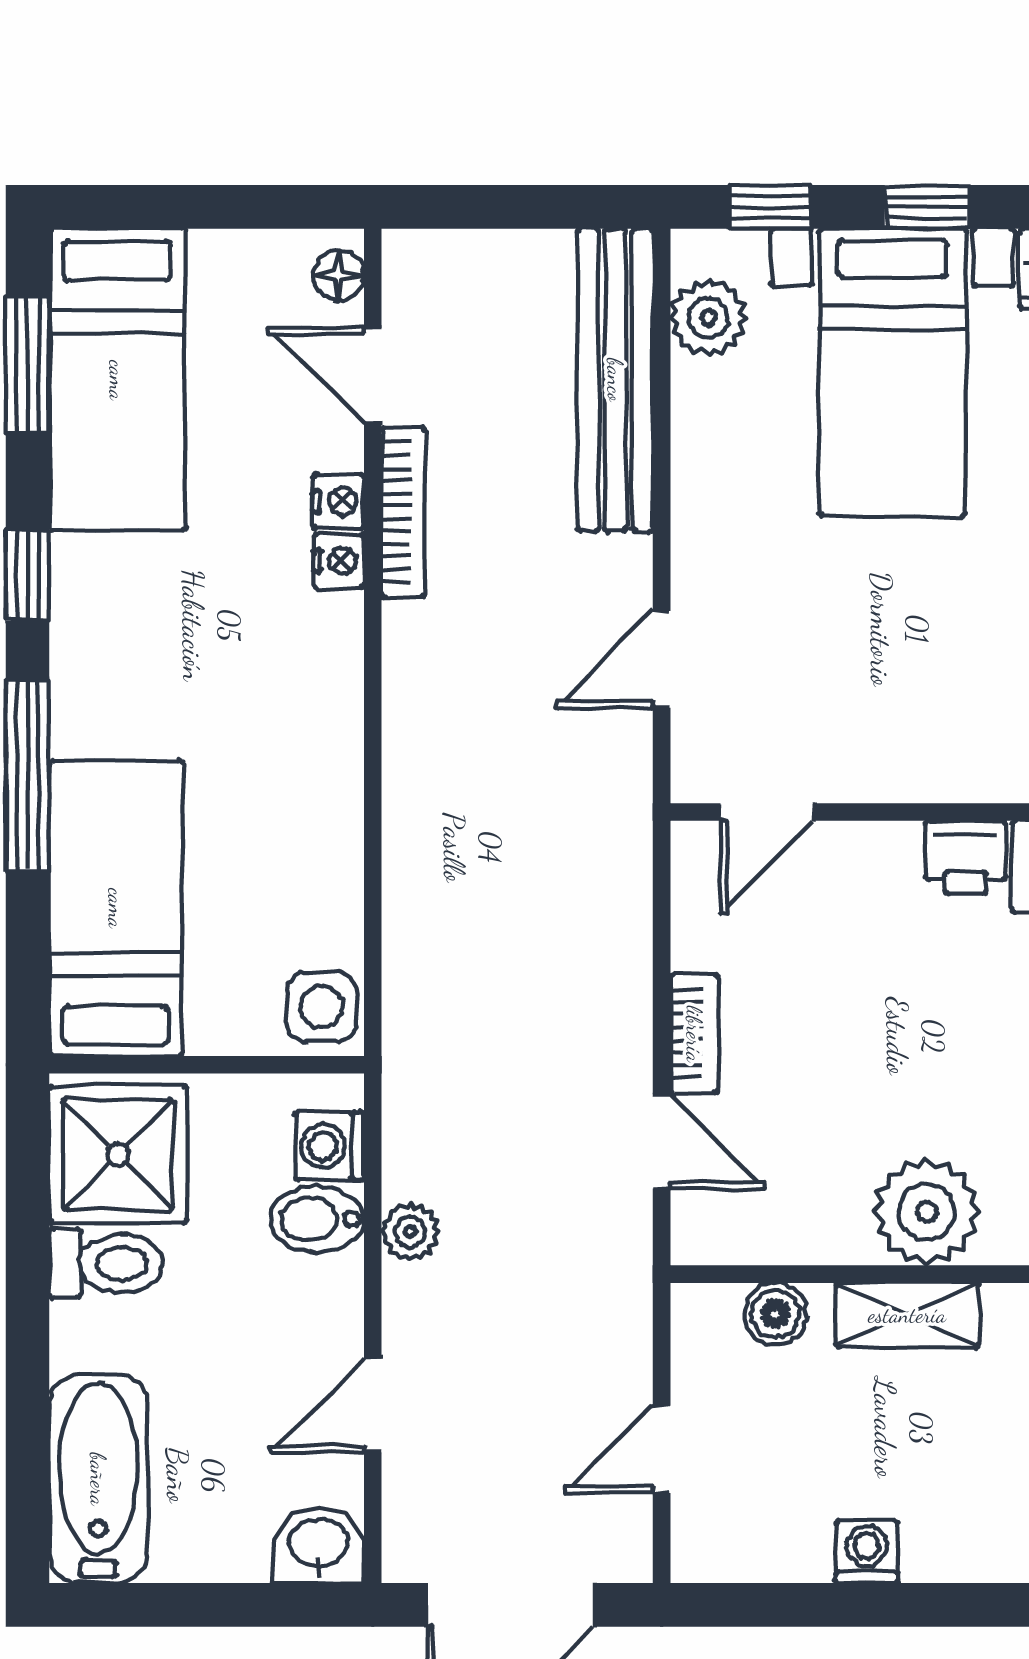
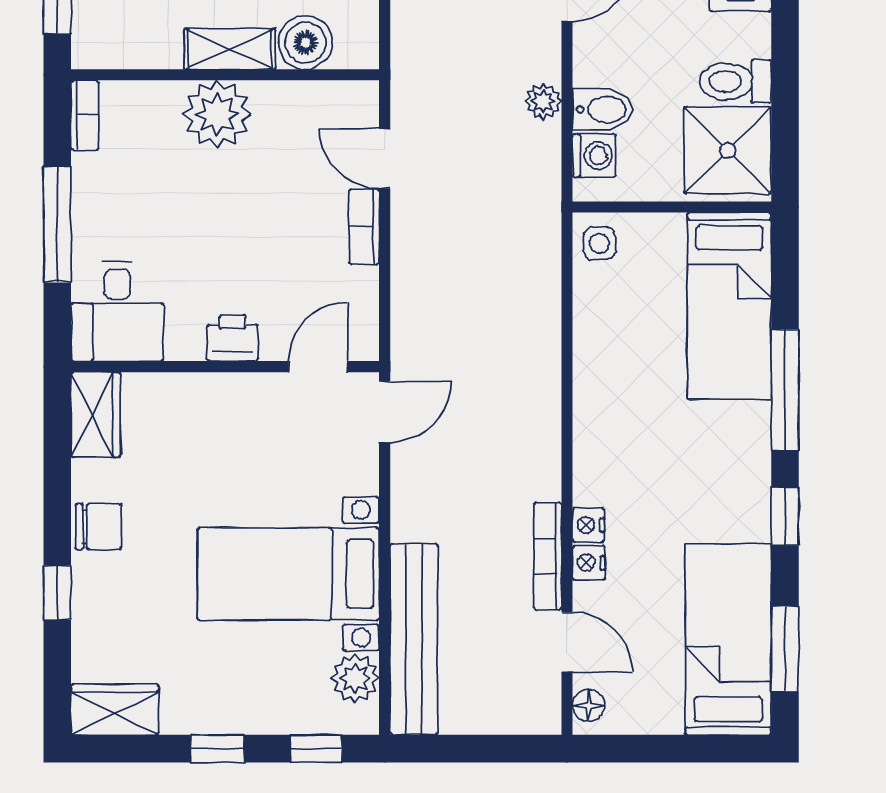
bed with nightstands: (892, 373) -> (288, 574), moved, turned -90
door: (662, 659) -> (385, 412), moved
printer: (966, 857) -> (232, 338), moved
side table: (321, 1007) -> (599, 244), width x0.73, depth x0.73
boiler: (776, 1314) -> (305, 42), width x1.36, depth x1.36

